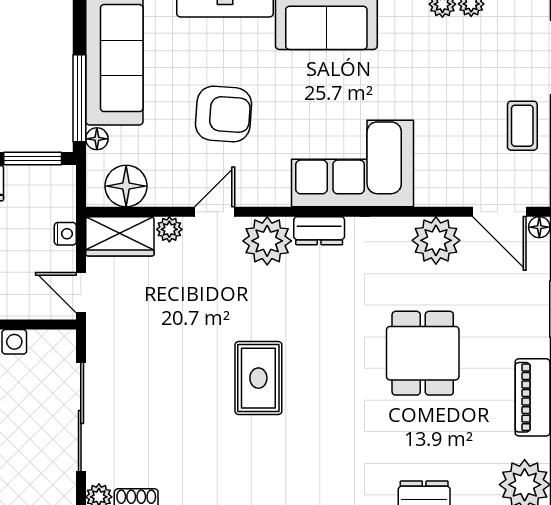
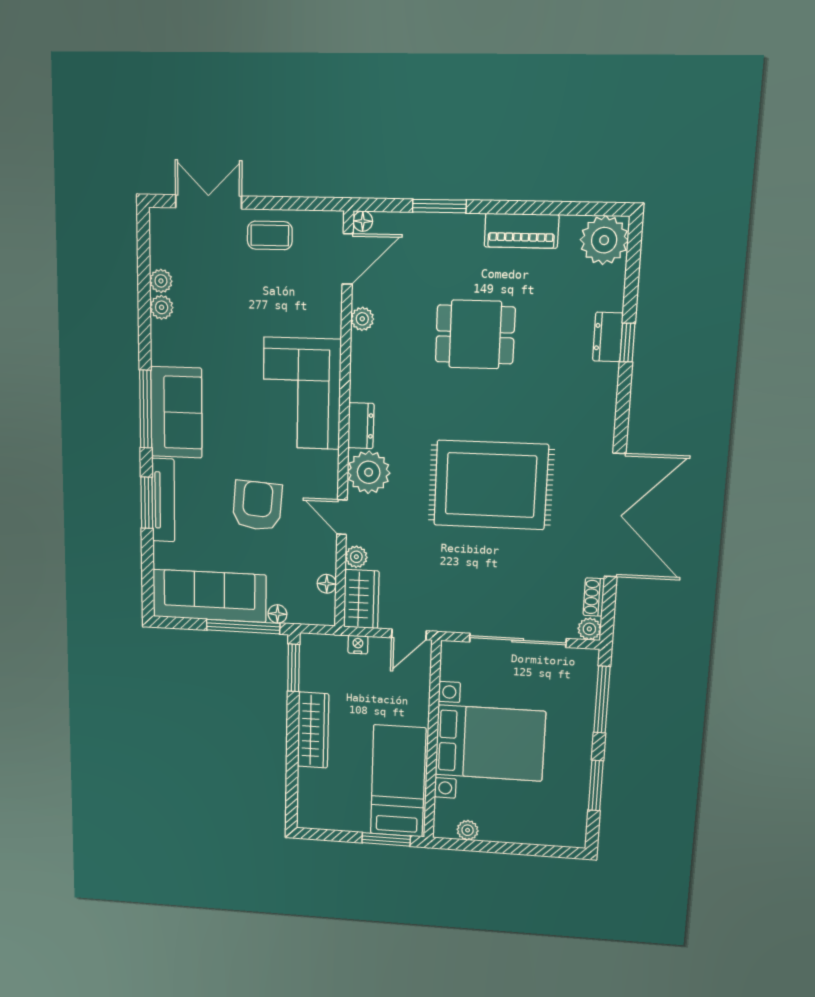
floor lamp: (126, 186) -> (327, 584), width x0.53, depth x0.53
plant: (436, 240) -> (362, 319), width x0.53, depth x0.53
rug: (258, 378) -> (491, 485), width x1.86, depth x2.06

